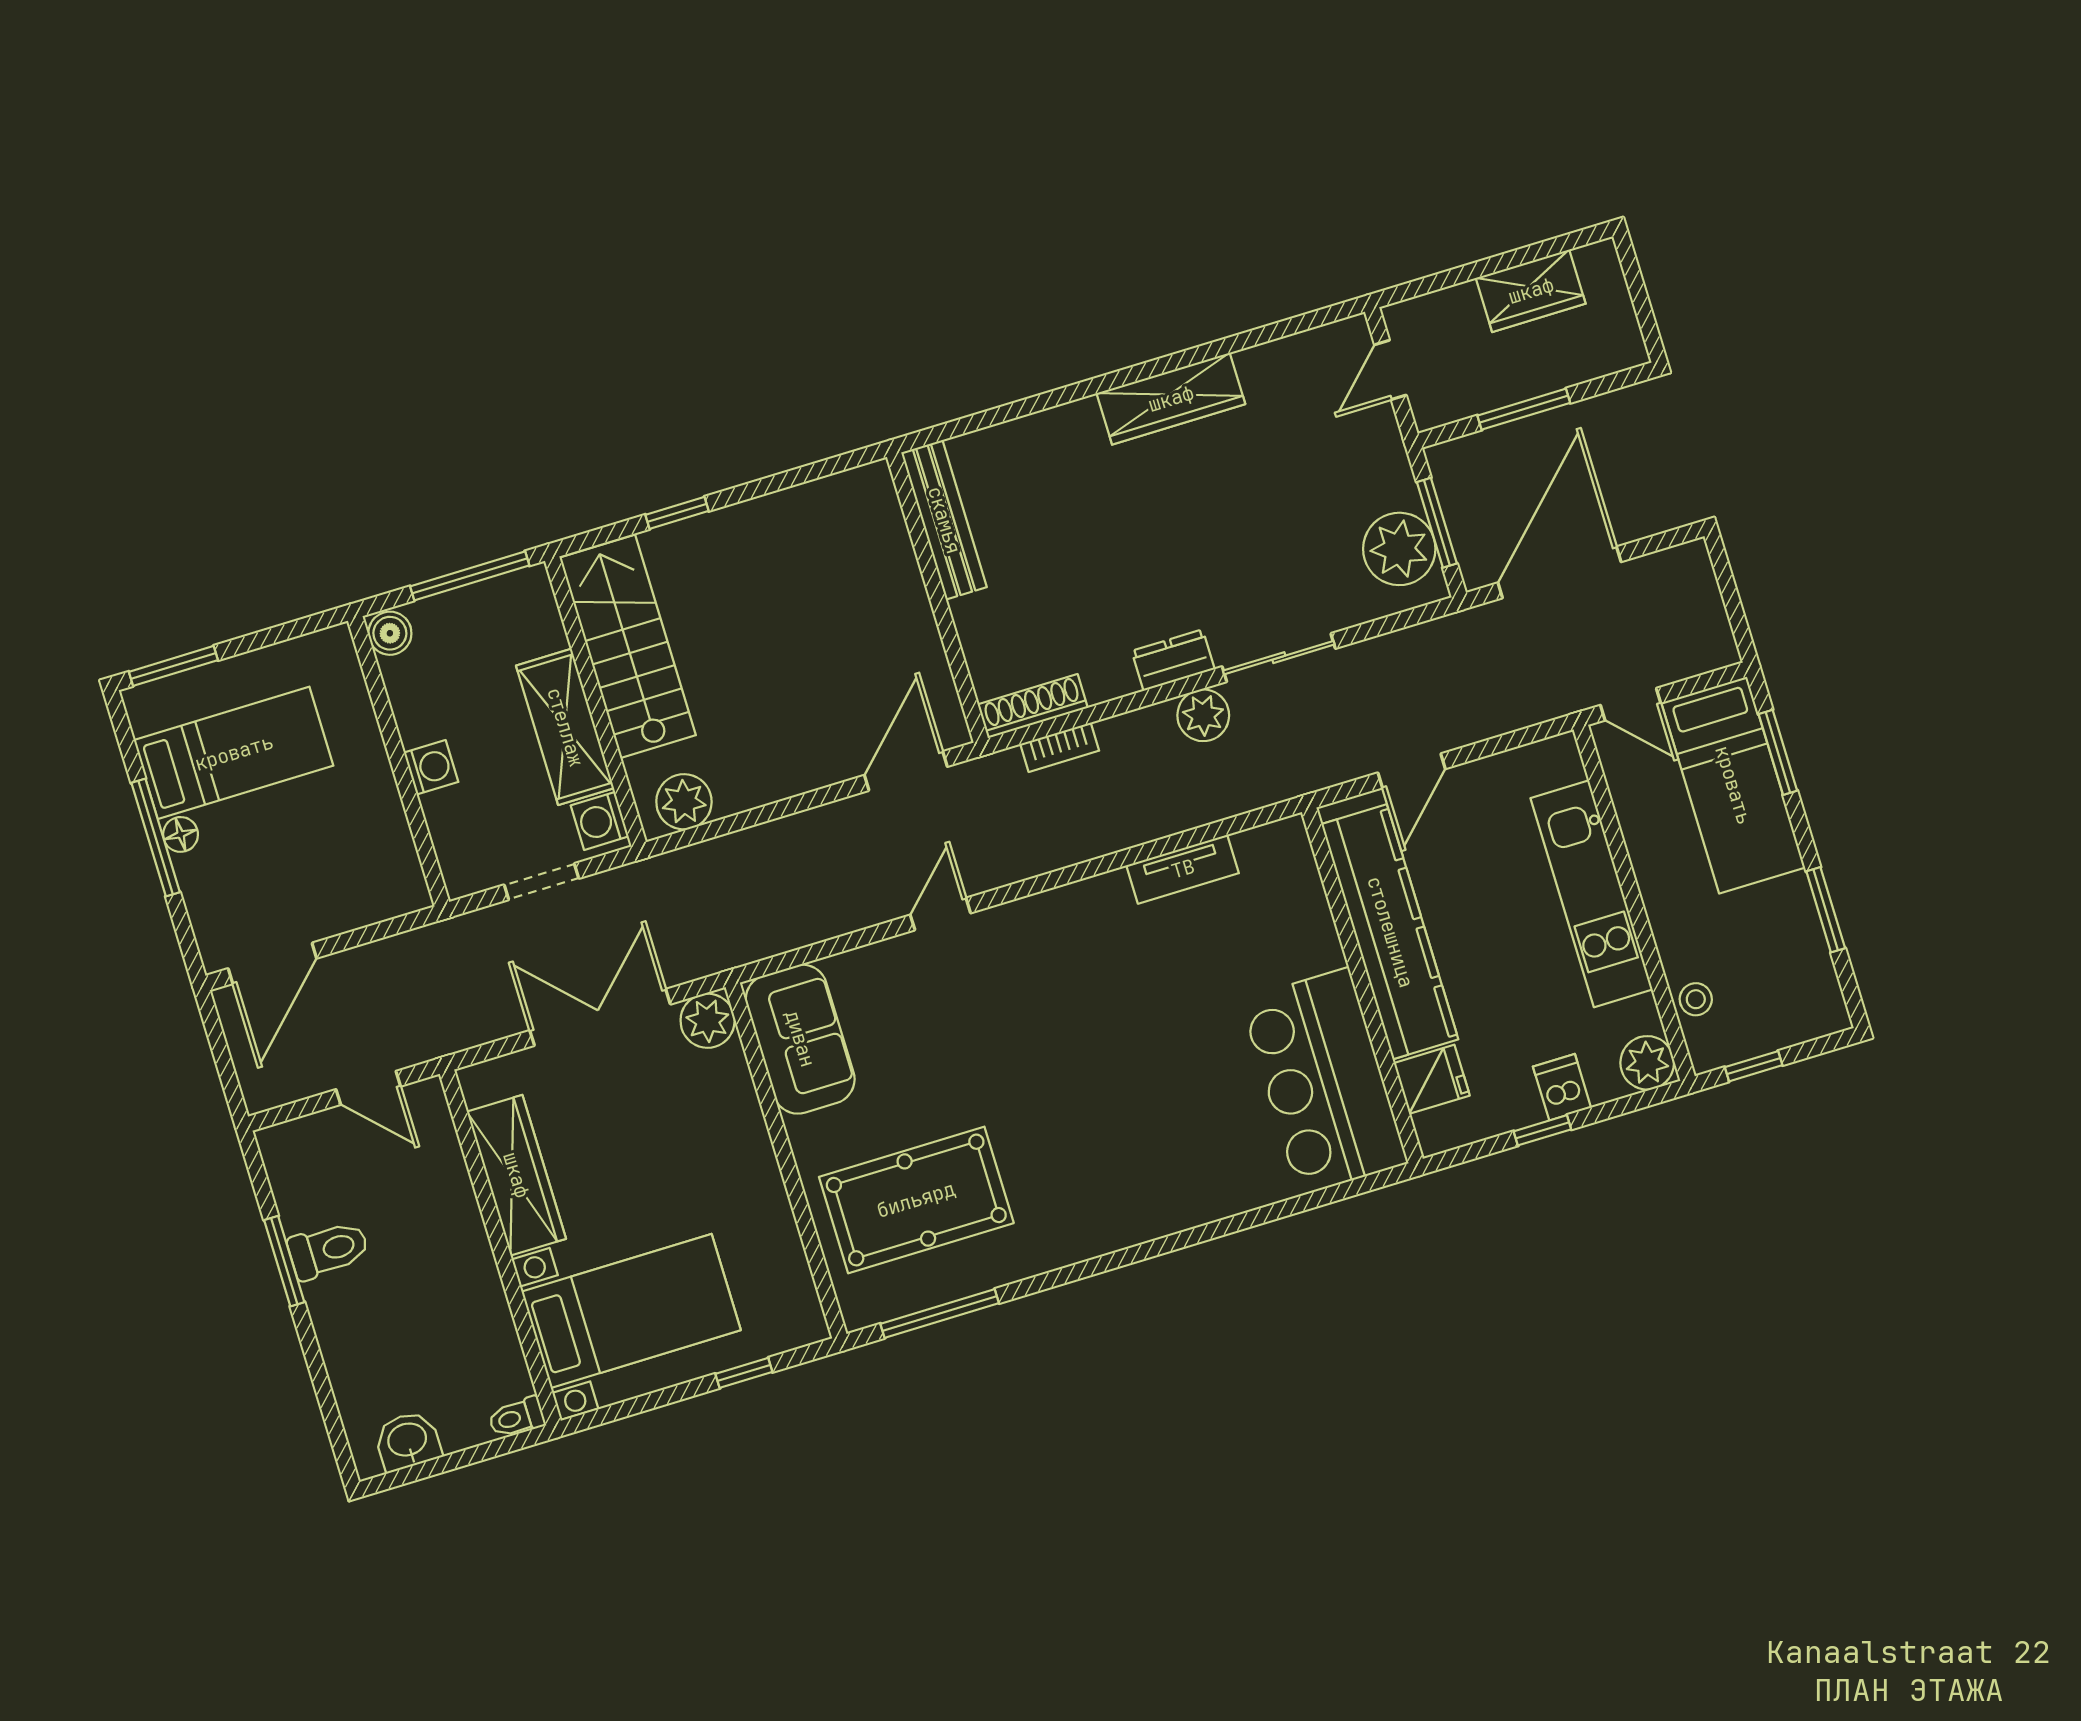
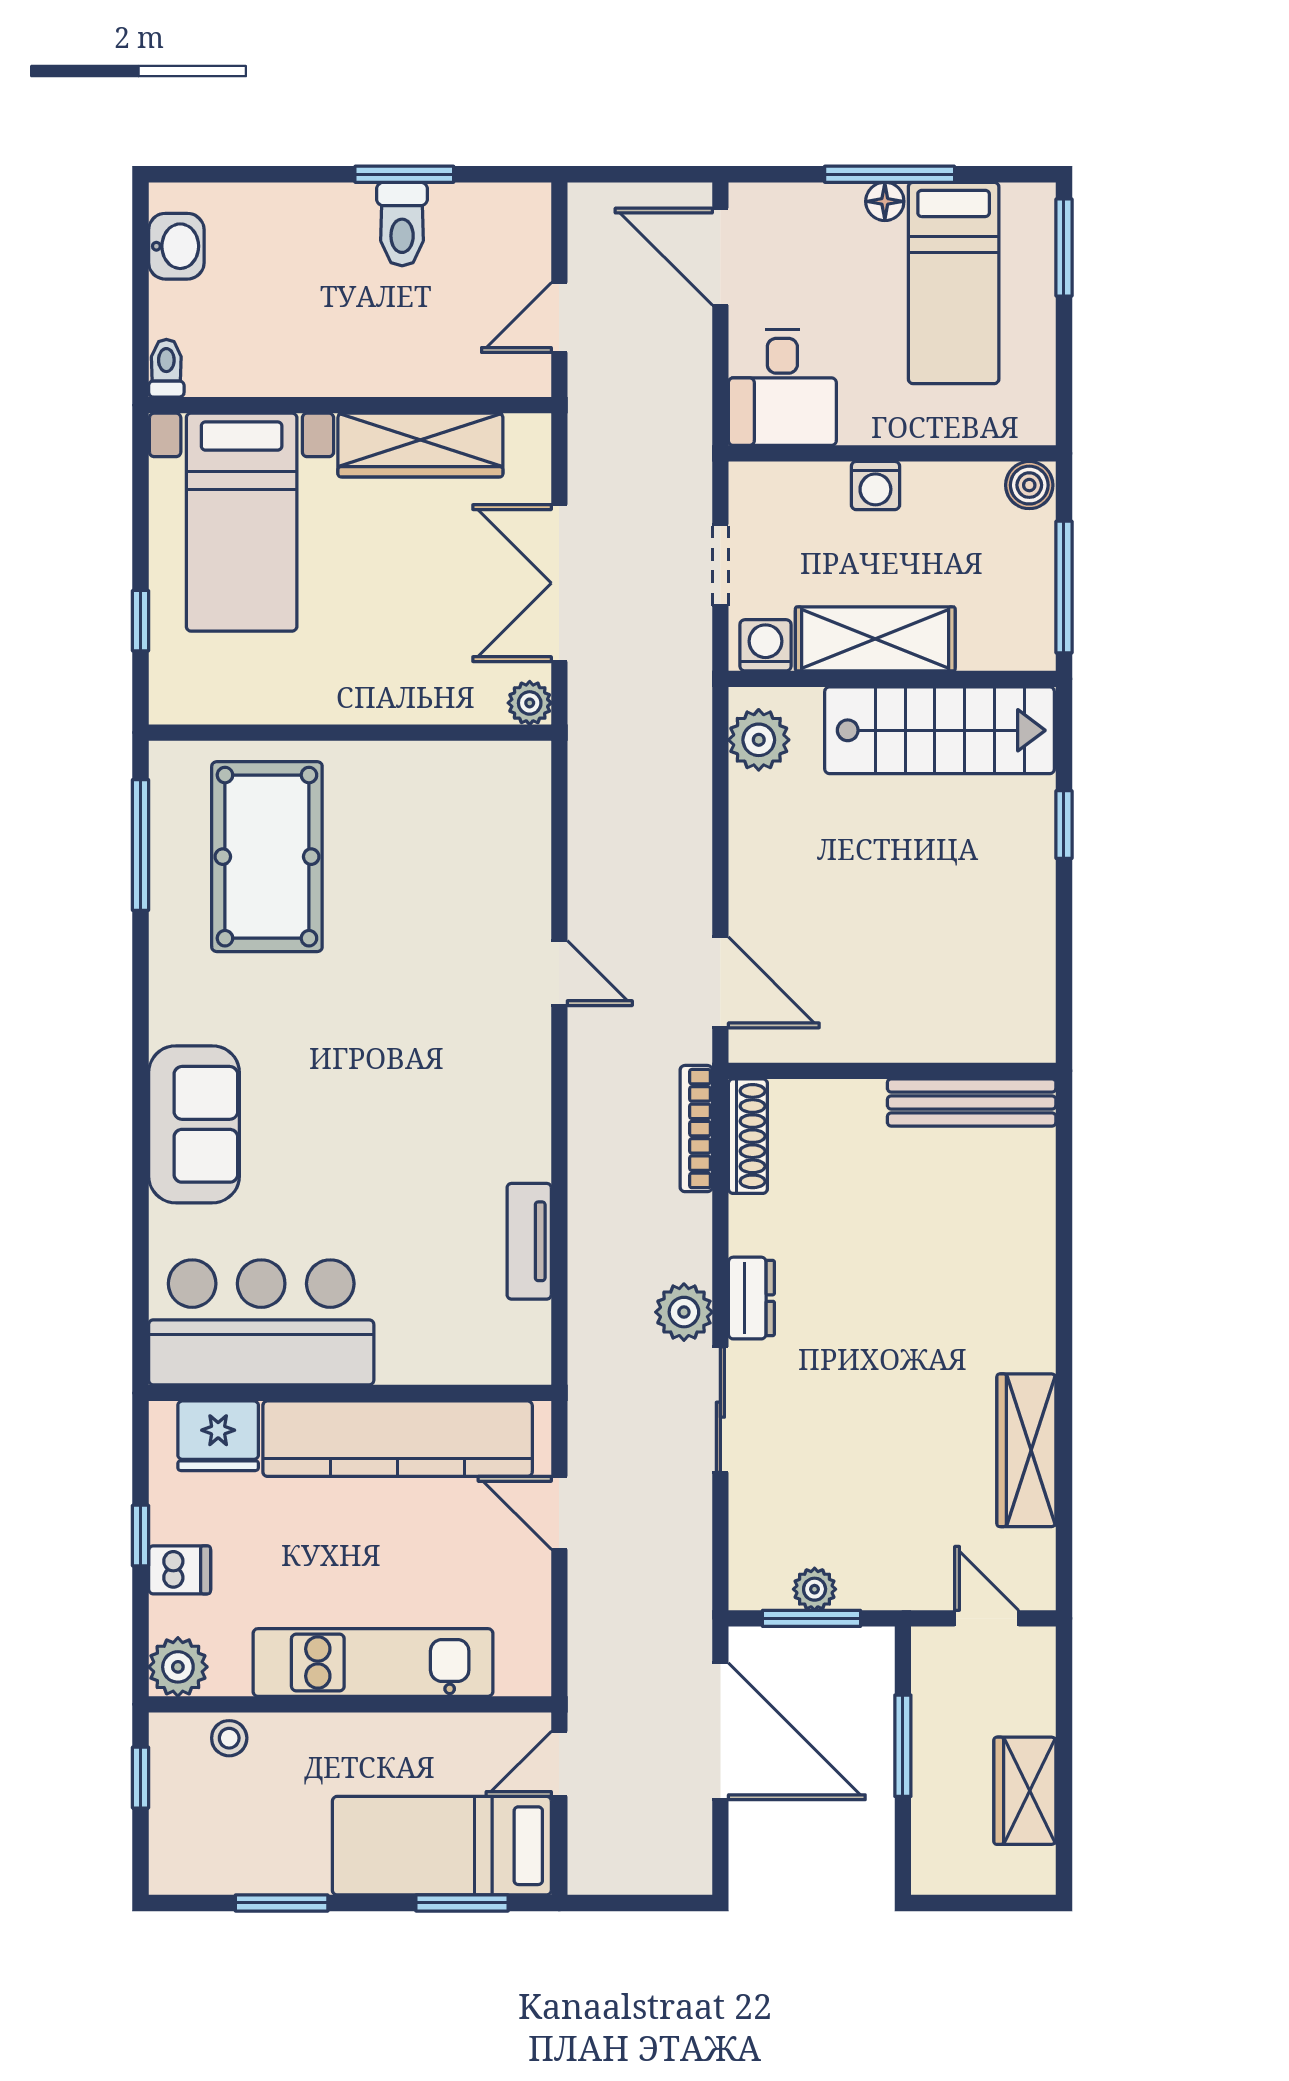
wardrobe: (1171, 399) -> (1026, 1450), moved
plant: (1399, 549) -> (815, 1589), width x0.53, depth x0.53
bookcase: (1060, 747) -> (696, 1129), width x1.56
desk: (370, 875) -> (782, 387), added
double door: (600, 1017) -> (559, 583), swing flipped
plant: (708, 1021) -> (530, 703), width x0.73, depth x0.73
sofa: (800, 1039) -> (194, 1124), moved, turned -90
fridge: (1432, 1079) -> (218, 1436), width x1.38

